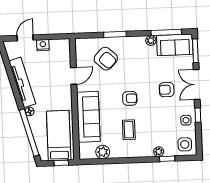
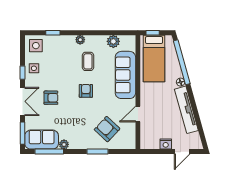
armchair: (130, 98) -> (86, 91), turned 89
plant: (159, 152) -> (80, 40), moved

